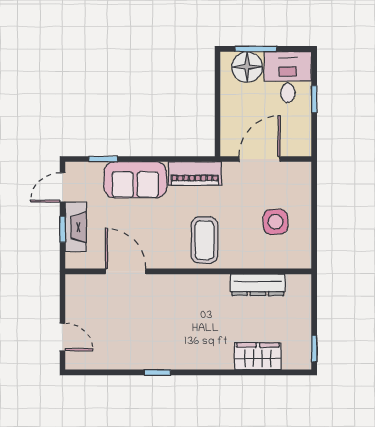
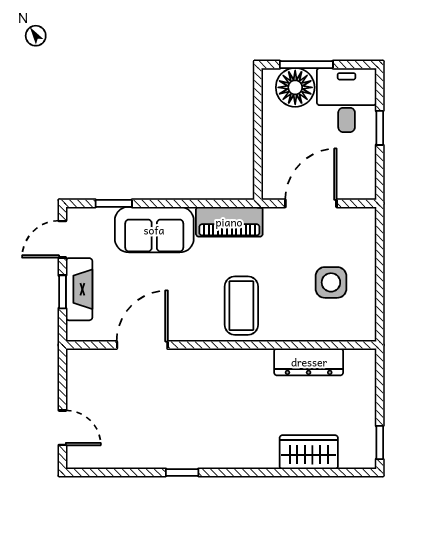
door: (126, 271) -> (142, 345), hinge flipped

